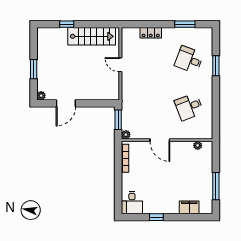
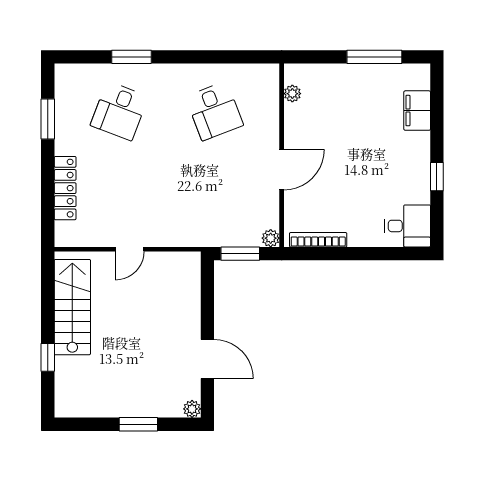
locker: (151, 33) -> (65, 188), width x1.53

